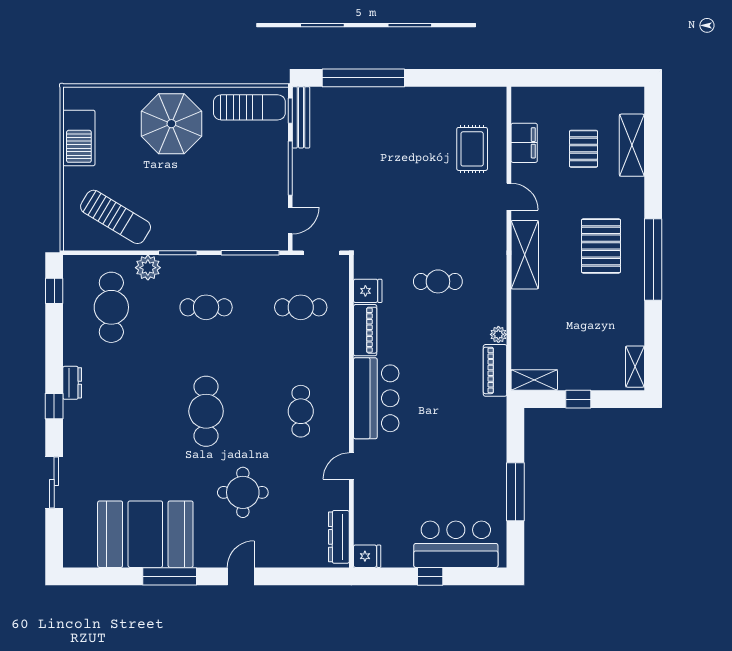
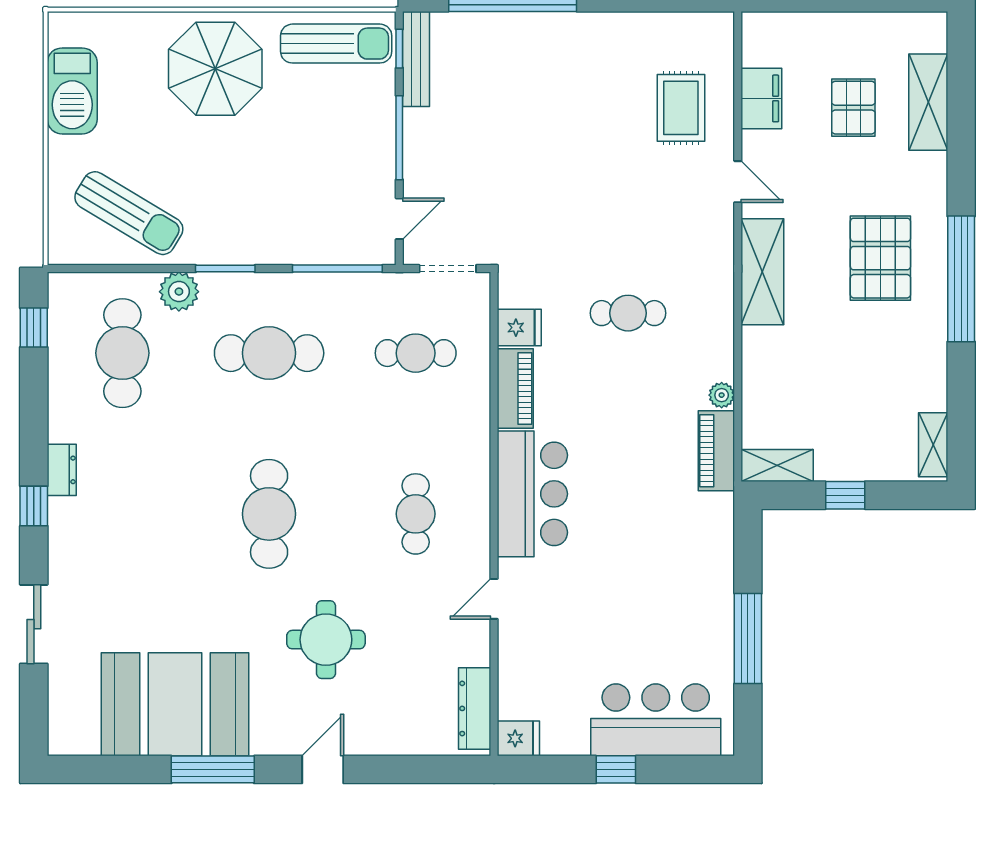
cafe table: (206, 307) -> (269, 353), width x1.37, depth x1.35

